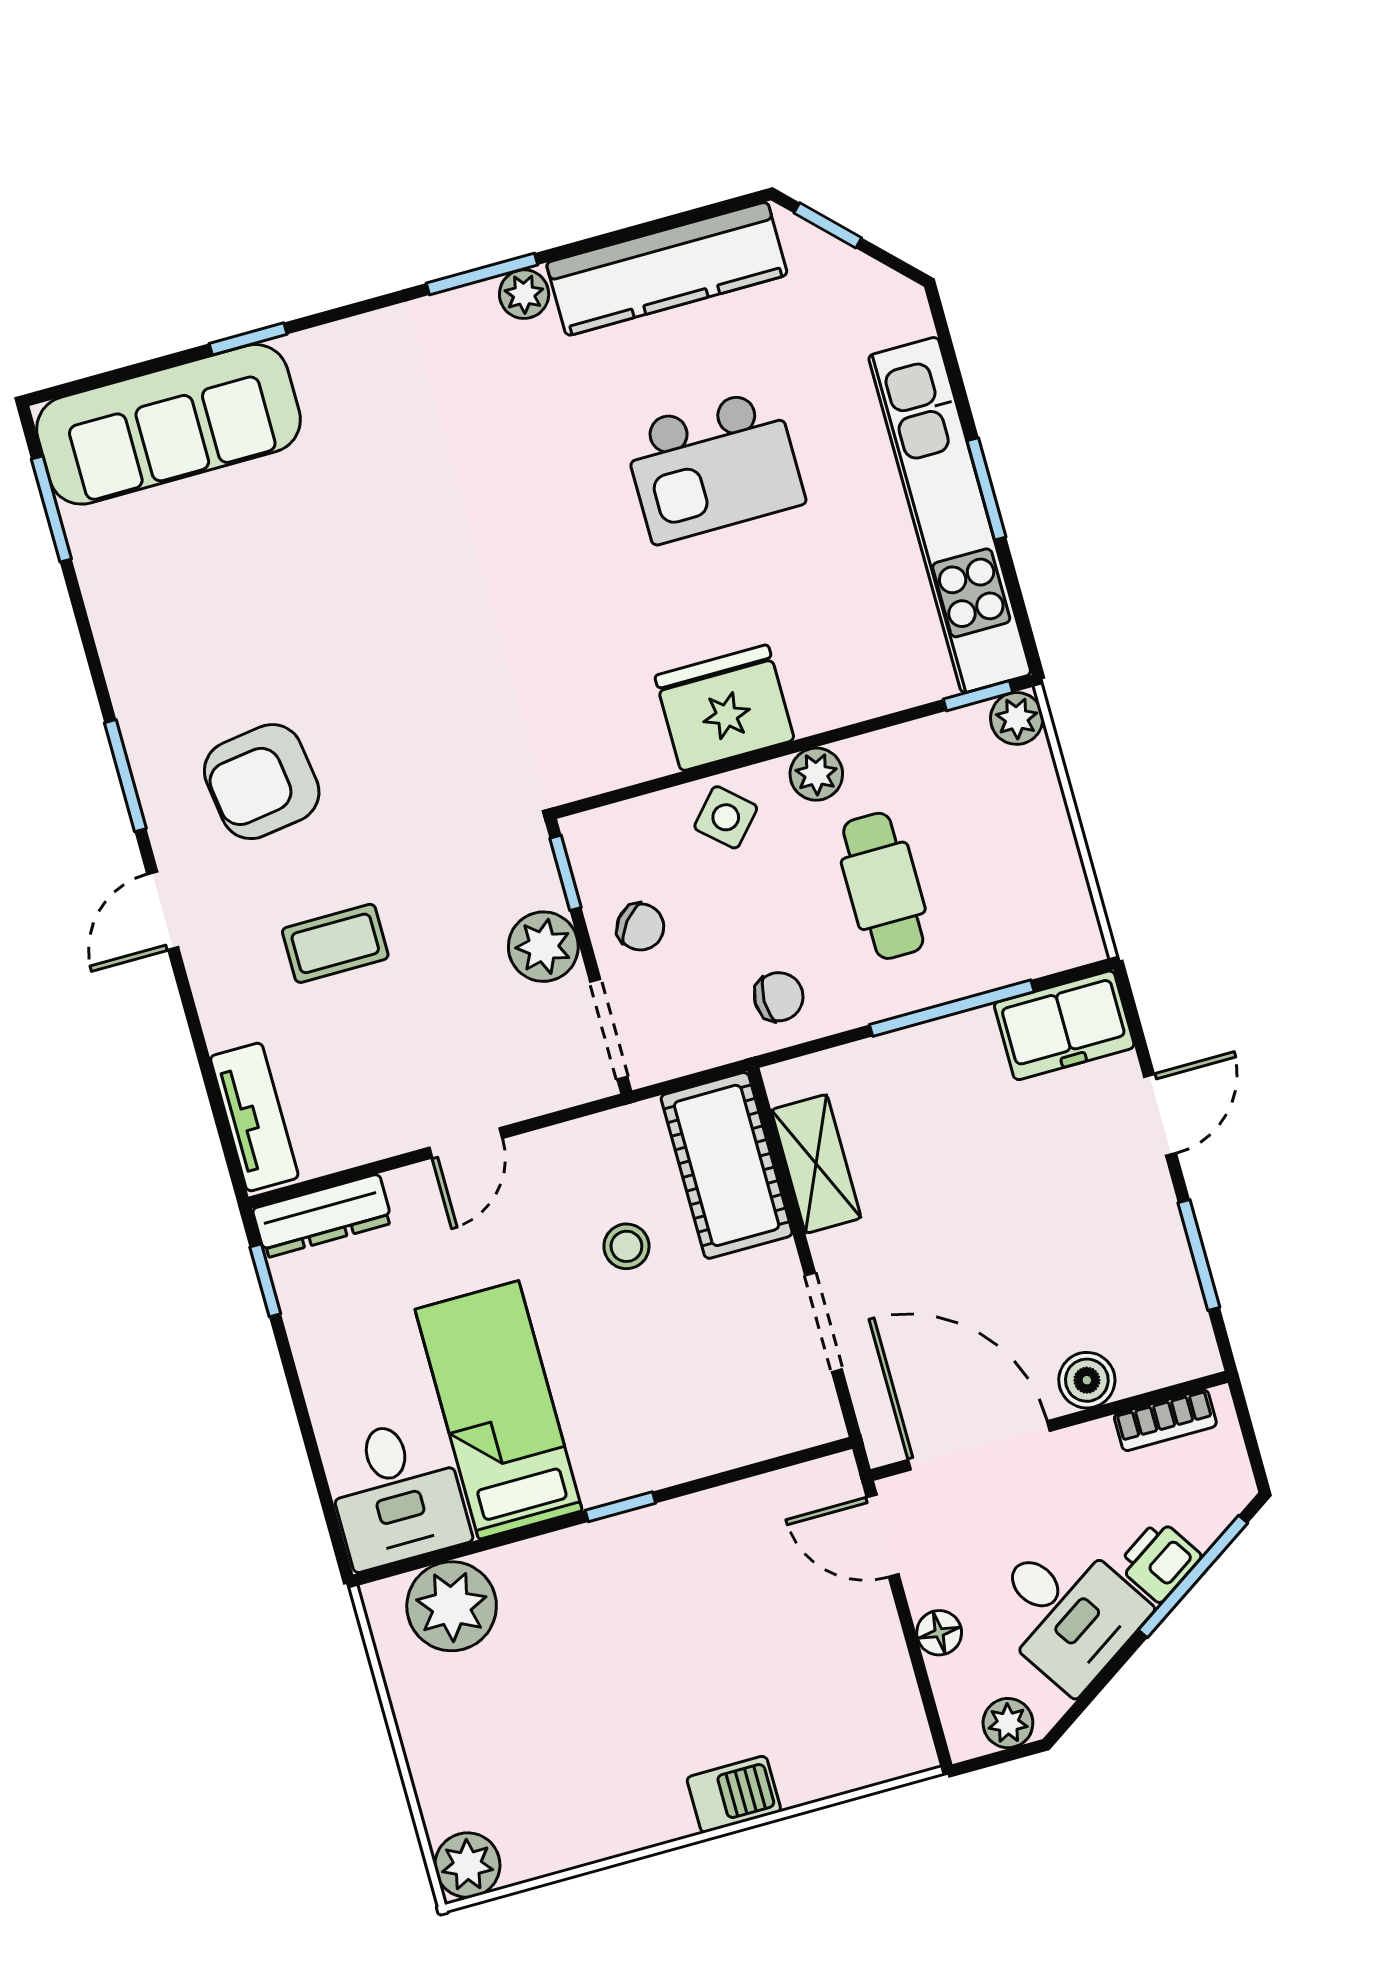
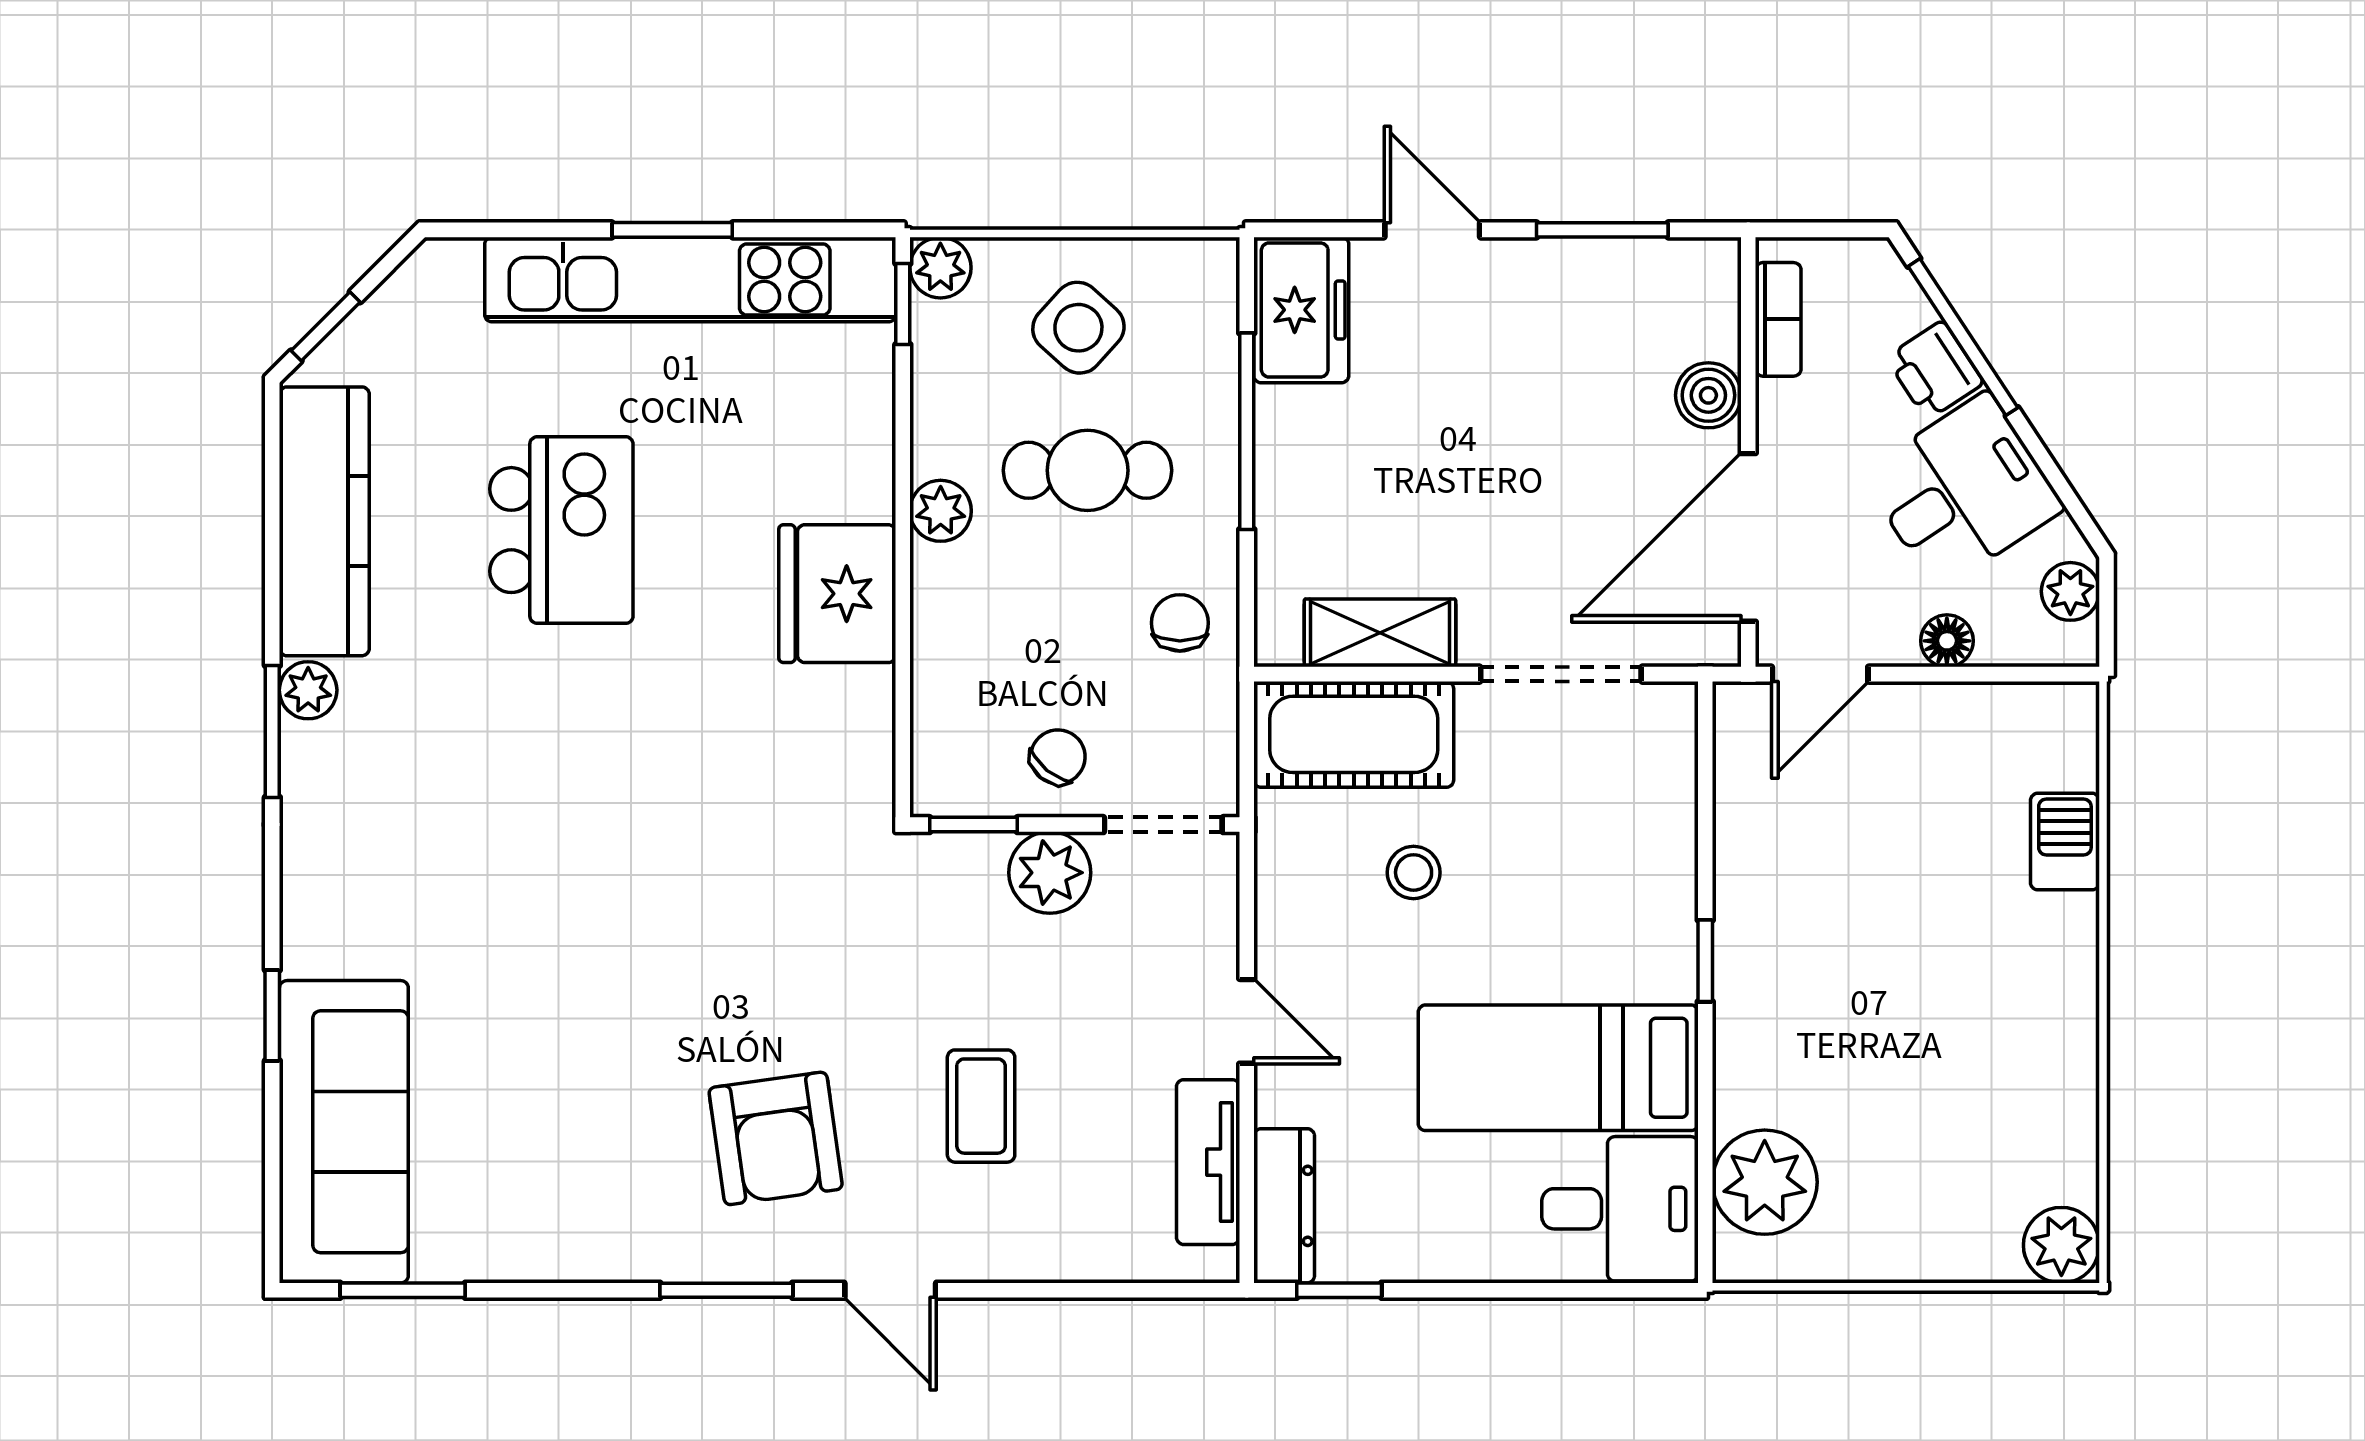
side table: (726, 817) -> (1078, 328), moved, width x1.37, depth x1.37
tv unit: (254, 1117) -> (1208, 1162), moved, turned -90
doorway: (824, 1322) -> (1561, 674), width x1.38
barbecue: (734, 1794) -> (2065, 842), moved

